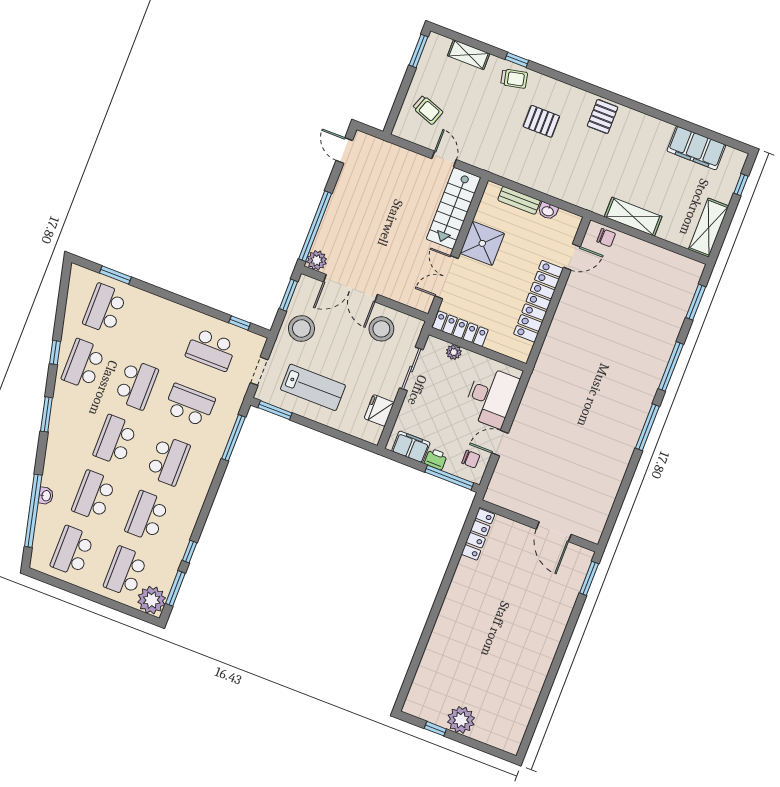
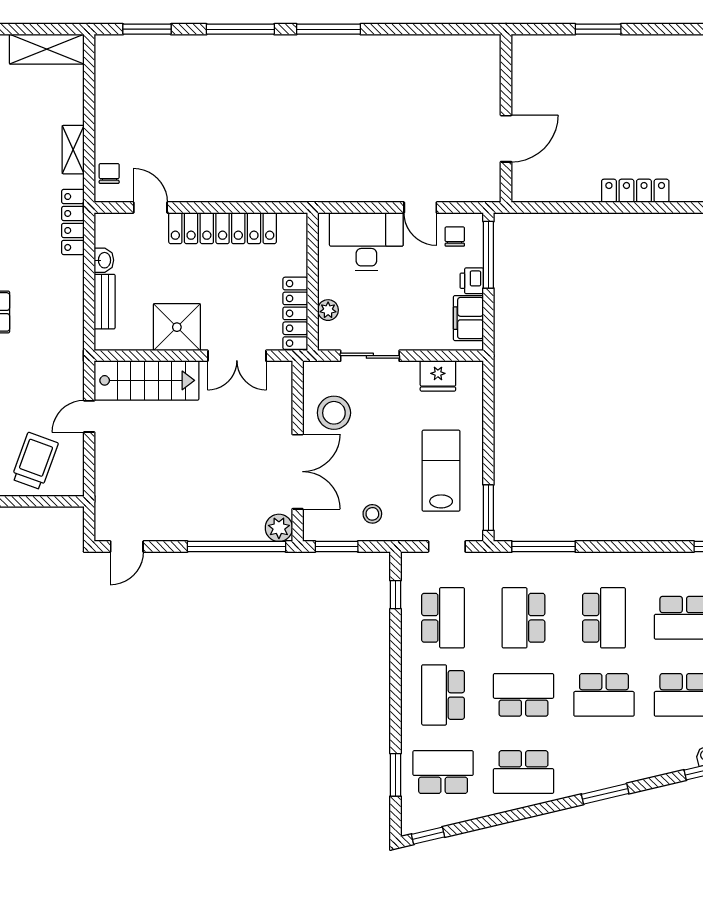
trolley: (428, 110) -> (35, 461), width x1.36, depth x1.39
locker: (582, 200) -> (73, 222), added
shelving: (633, 217) -> (73, 150), width x0.67, depth x0.75
school desk: (105, 309) -> (443, 772), turned 180
stool: (301, 328) -> (372, 514), width x0.53, depth x0.53
school desk: (158, 329) -> (443, 695), added
window: (55, 353) -> (428, 836), moved
school desk: (168, 461) -> (604, 618), turned 90
door: (554, 532) -> (506, 139), moved
locker: (478, 534) -> (635, 191), moved
window: (589, 578) -> (598, 29), moved

